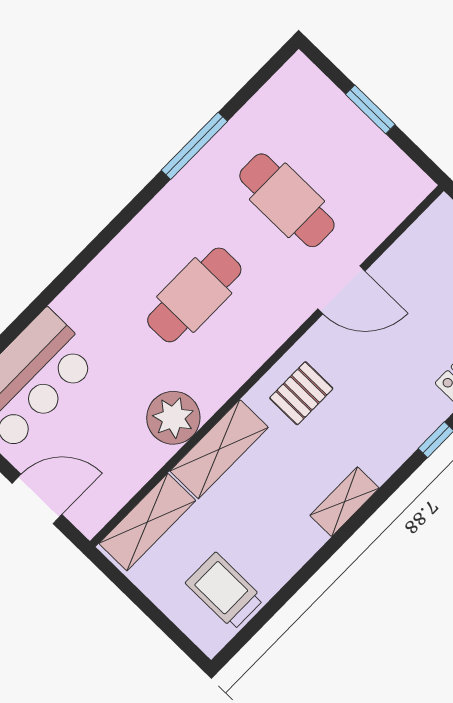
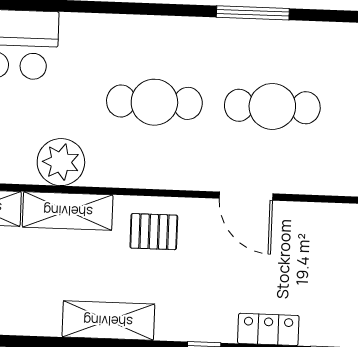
cafe table: (287, 200) -> (272, 106), turned 90
shelving: (345, 502) -> (108, 321), width x1.50, depth x1.33

